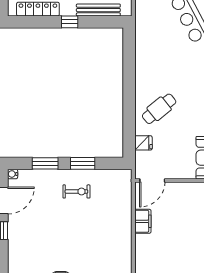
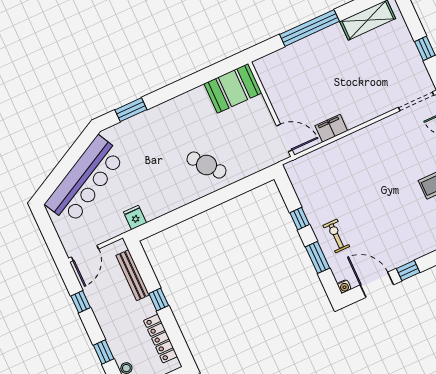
fridge: (143, 143) -> (135, 217), moved
window: (83, 163) -> (300, 219), width x0.67
exercise bike: (76, 191) -> (336, 236), moved

